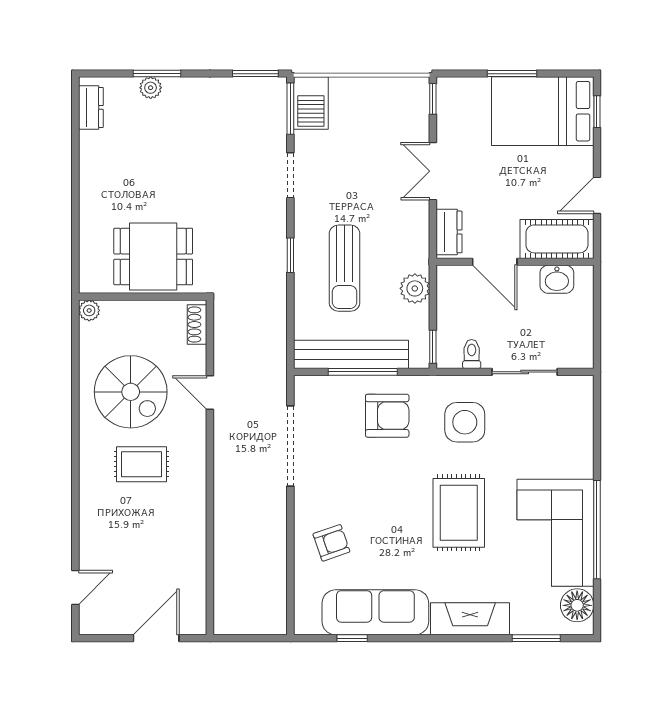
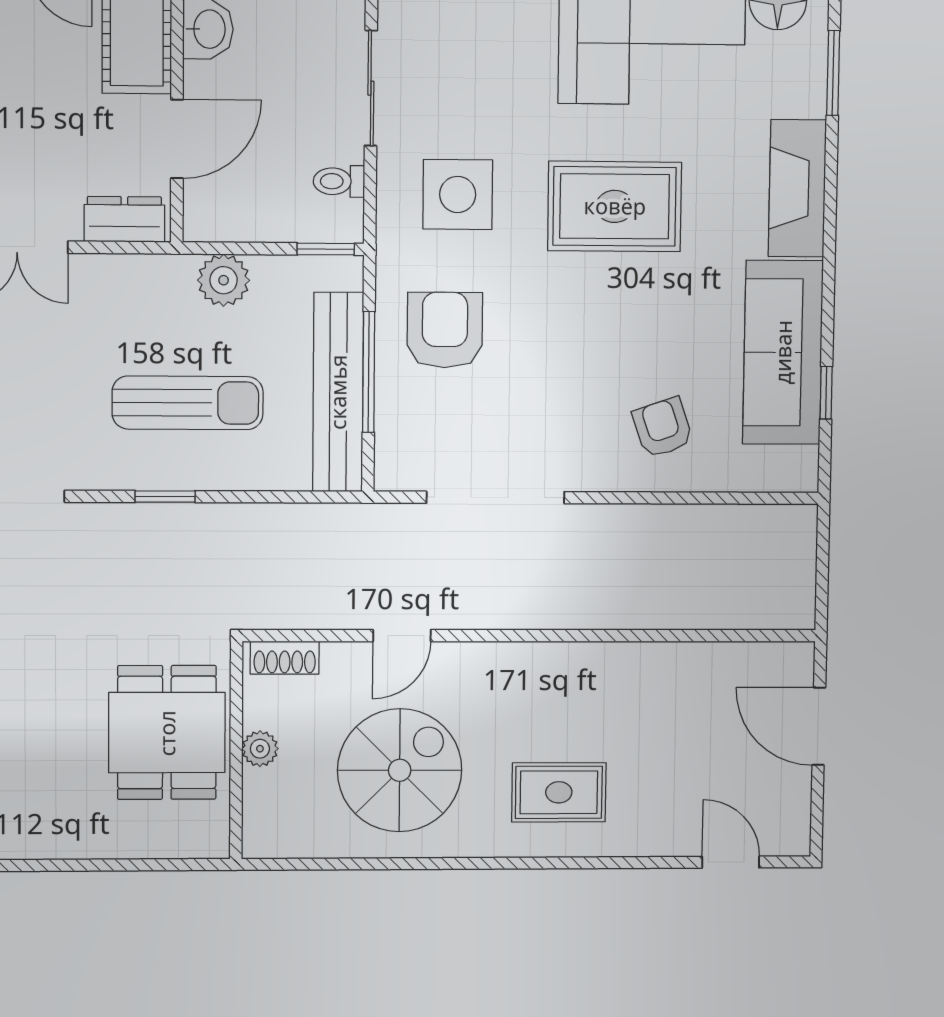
plant: (89, 310) -> (260, 749), moved
rug: (141, 464) -> (559, 792), moved, turned 90

